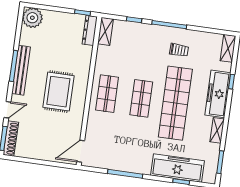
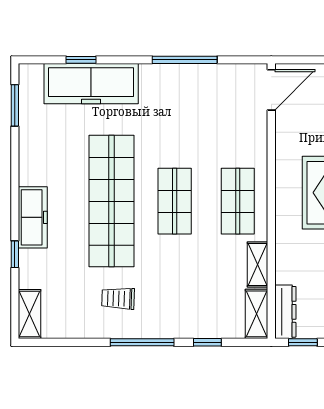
freezer: (218, 94) -> (33, 217), width x0.73, depth x0.79
shelving: (217, 130) -> (258, 265), moved

